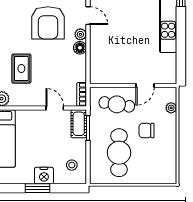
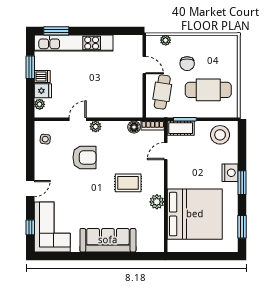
armchair: (48, 23) -> (84, 157), width x0.73, depth x0.73
floor lamp: (80, 48) -> (134, 127), moved
stool: (72, 165) -> (220, 135), width x1.89, depth x1.89
nightstand: (44, 176) -> (230, 173), moved
window: (38, 188) -> (242, 183), moved

